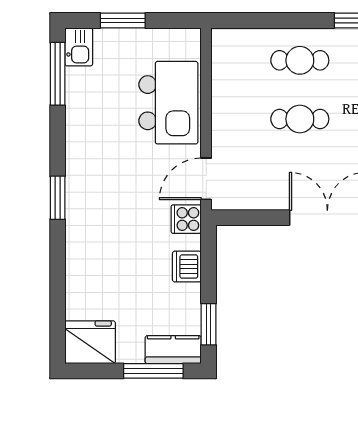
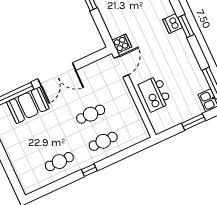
kitchen island: (168, 103) -> (155, 94), width x0.73, depth x0.78
dishwasher: (187, 267) -> (173, 24), moved, turned 180

